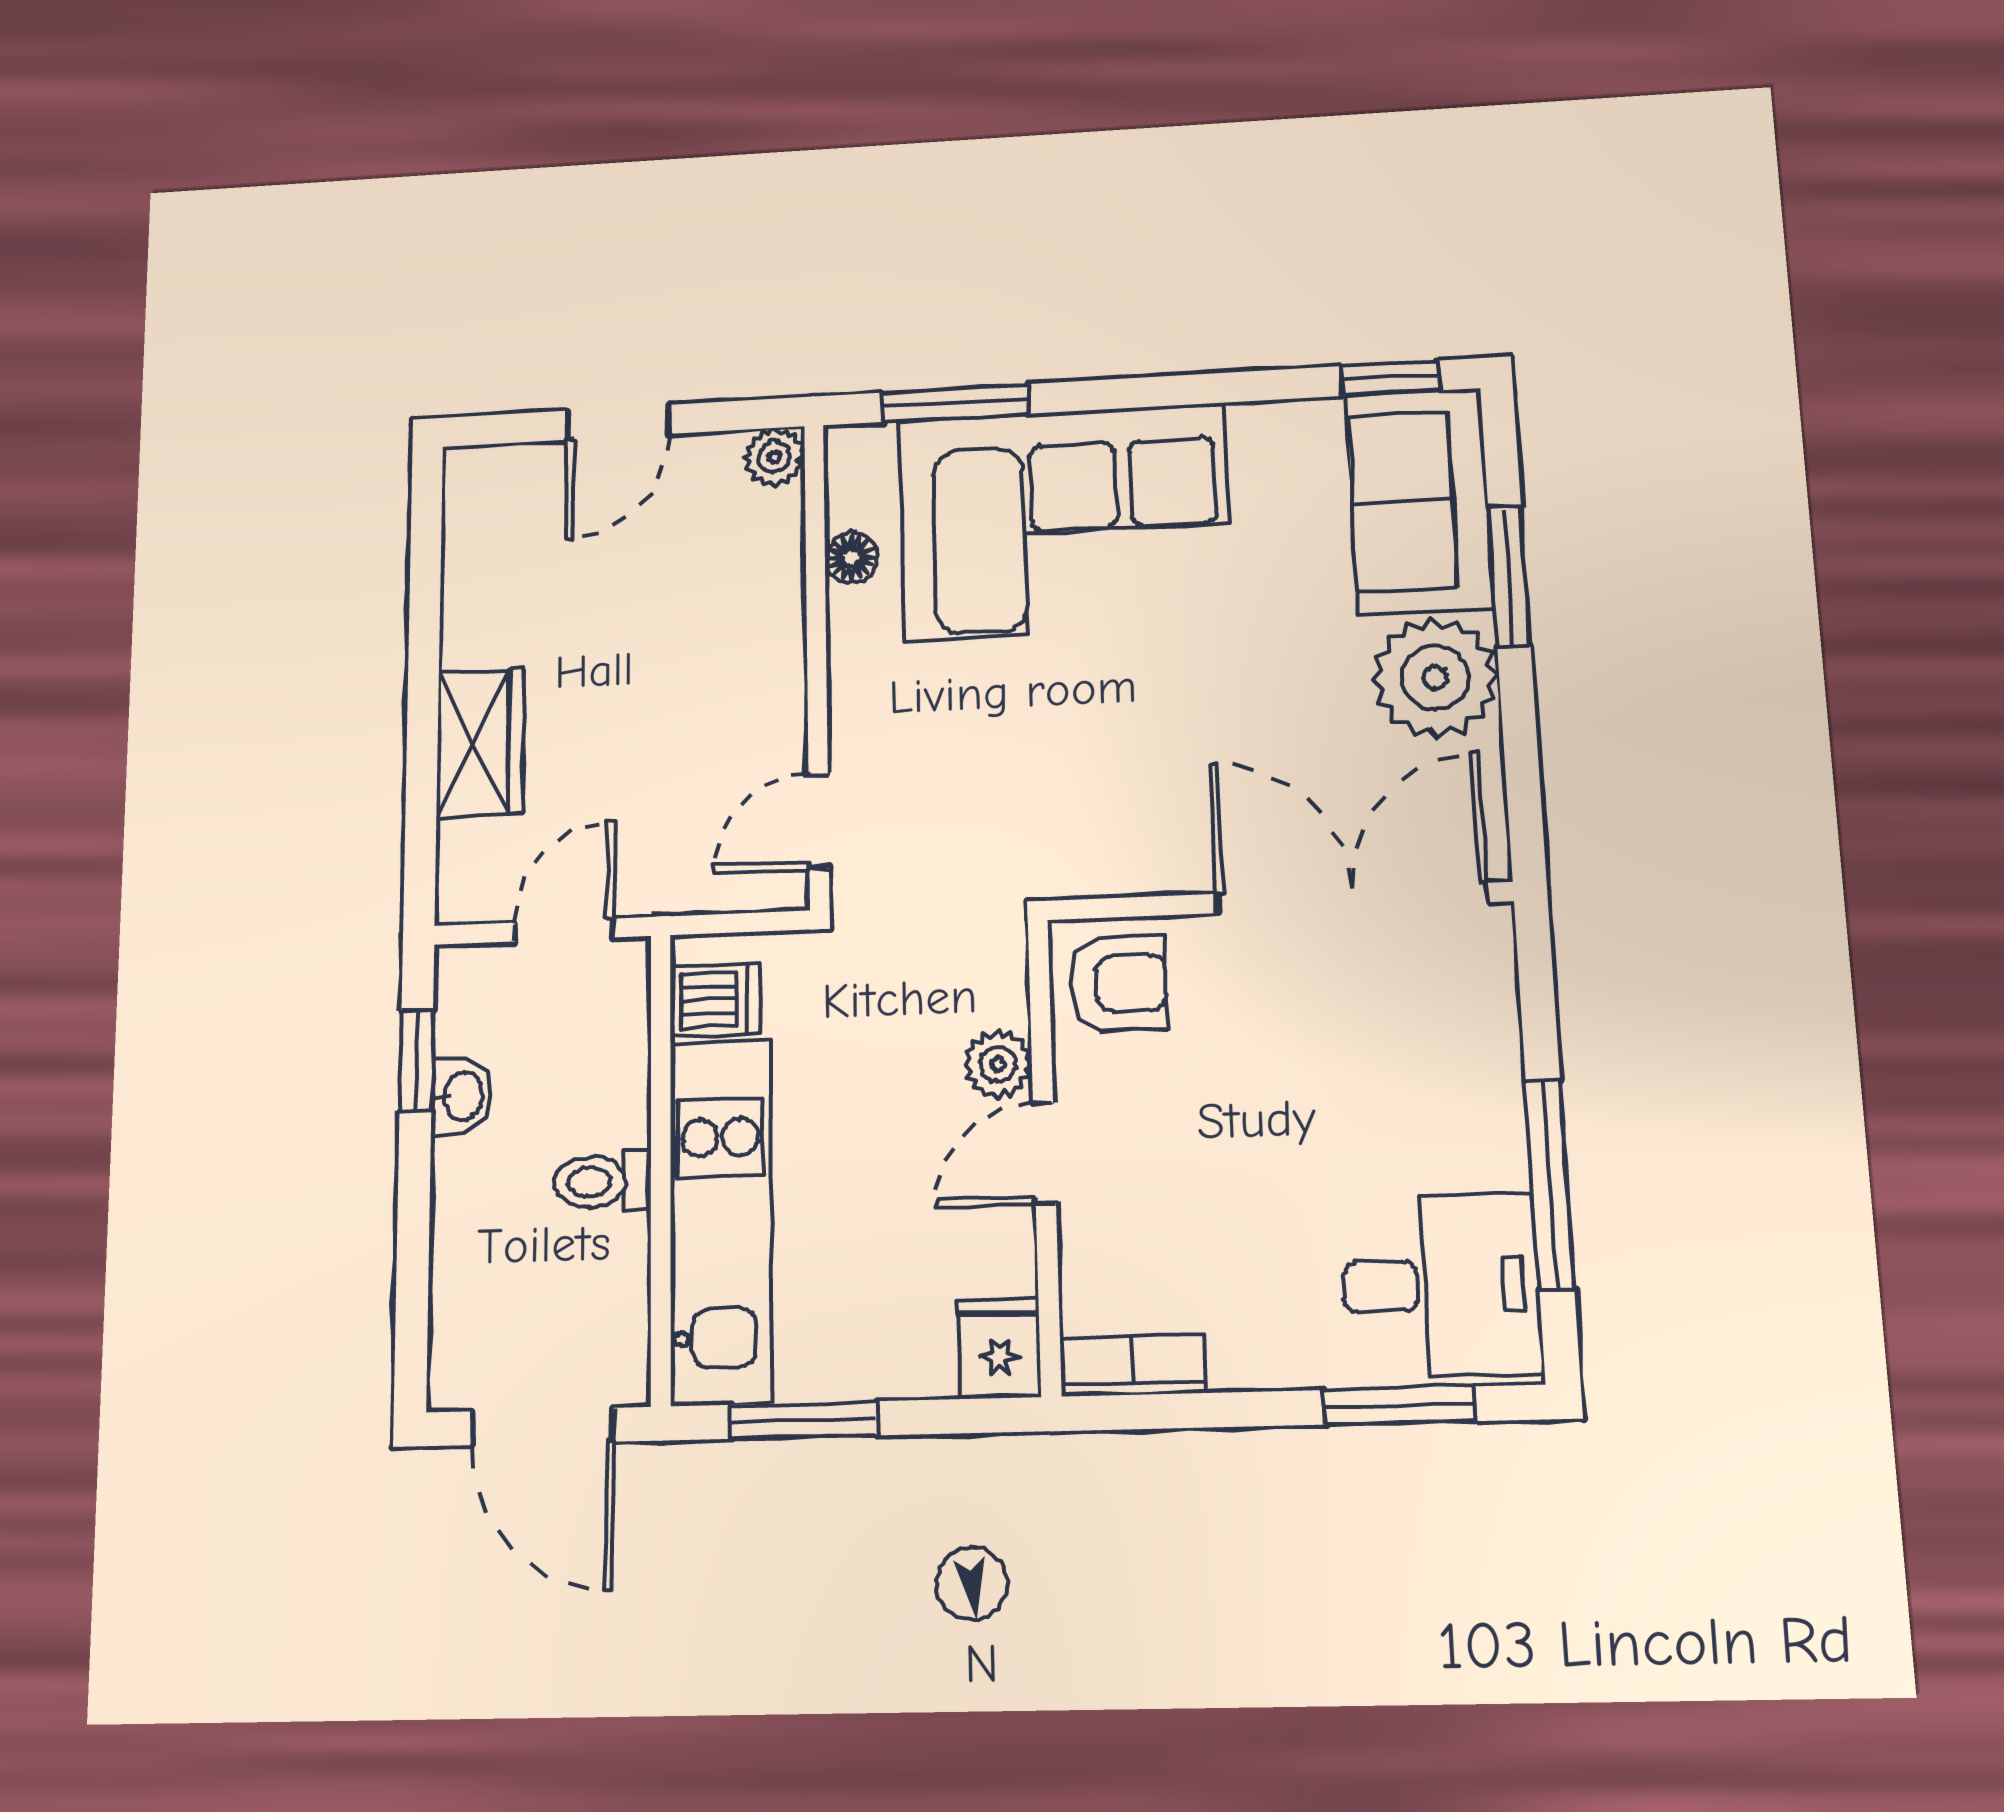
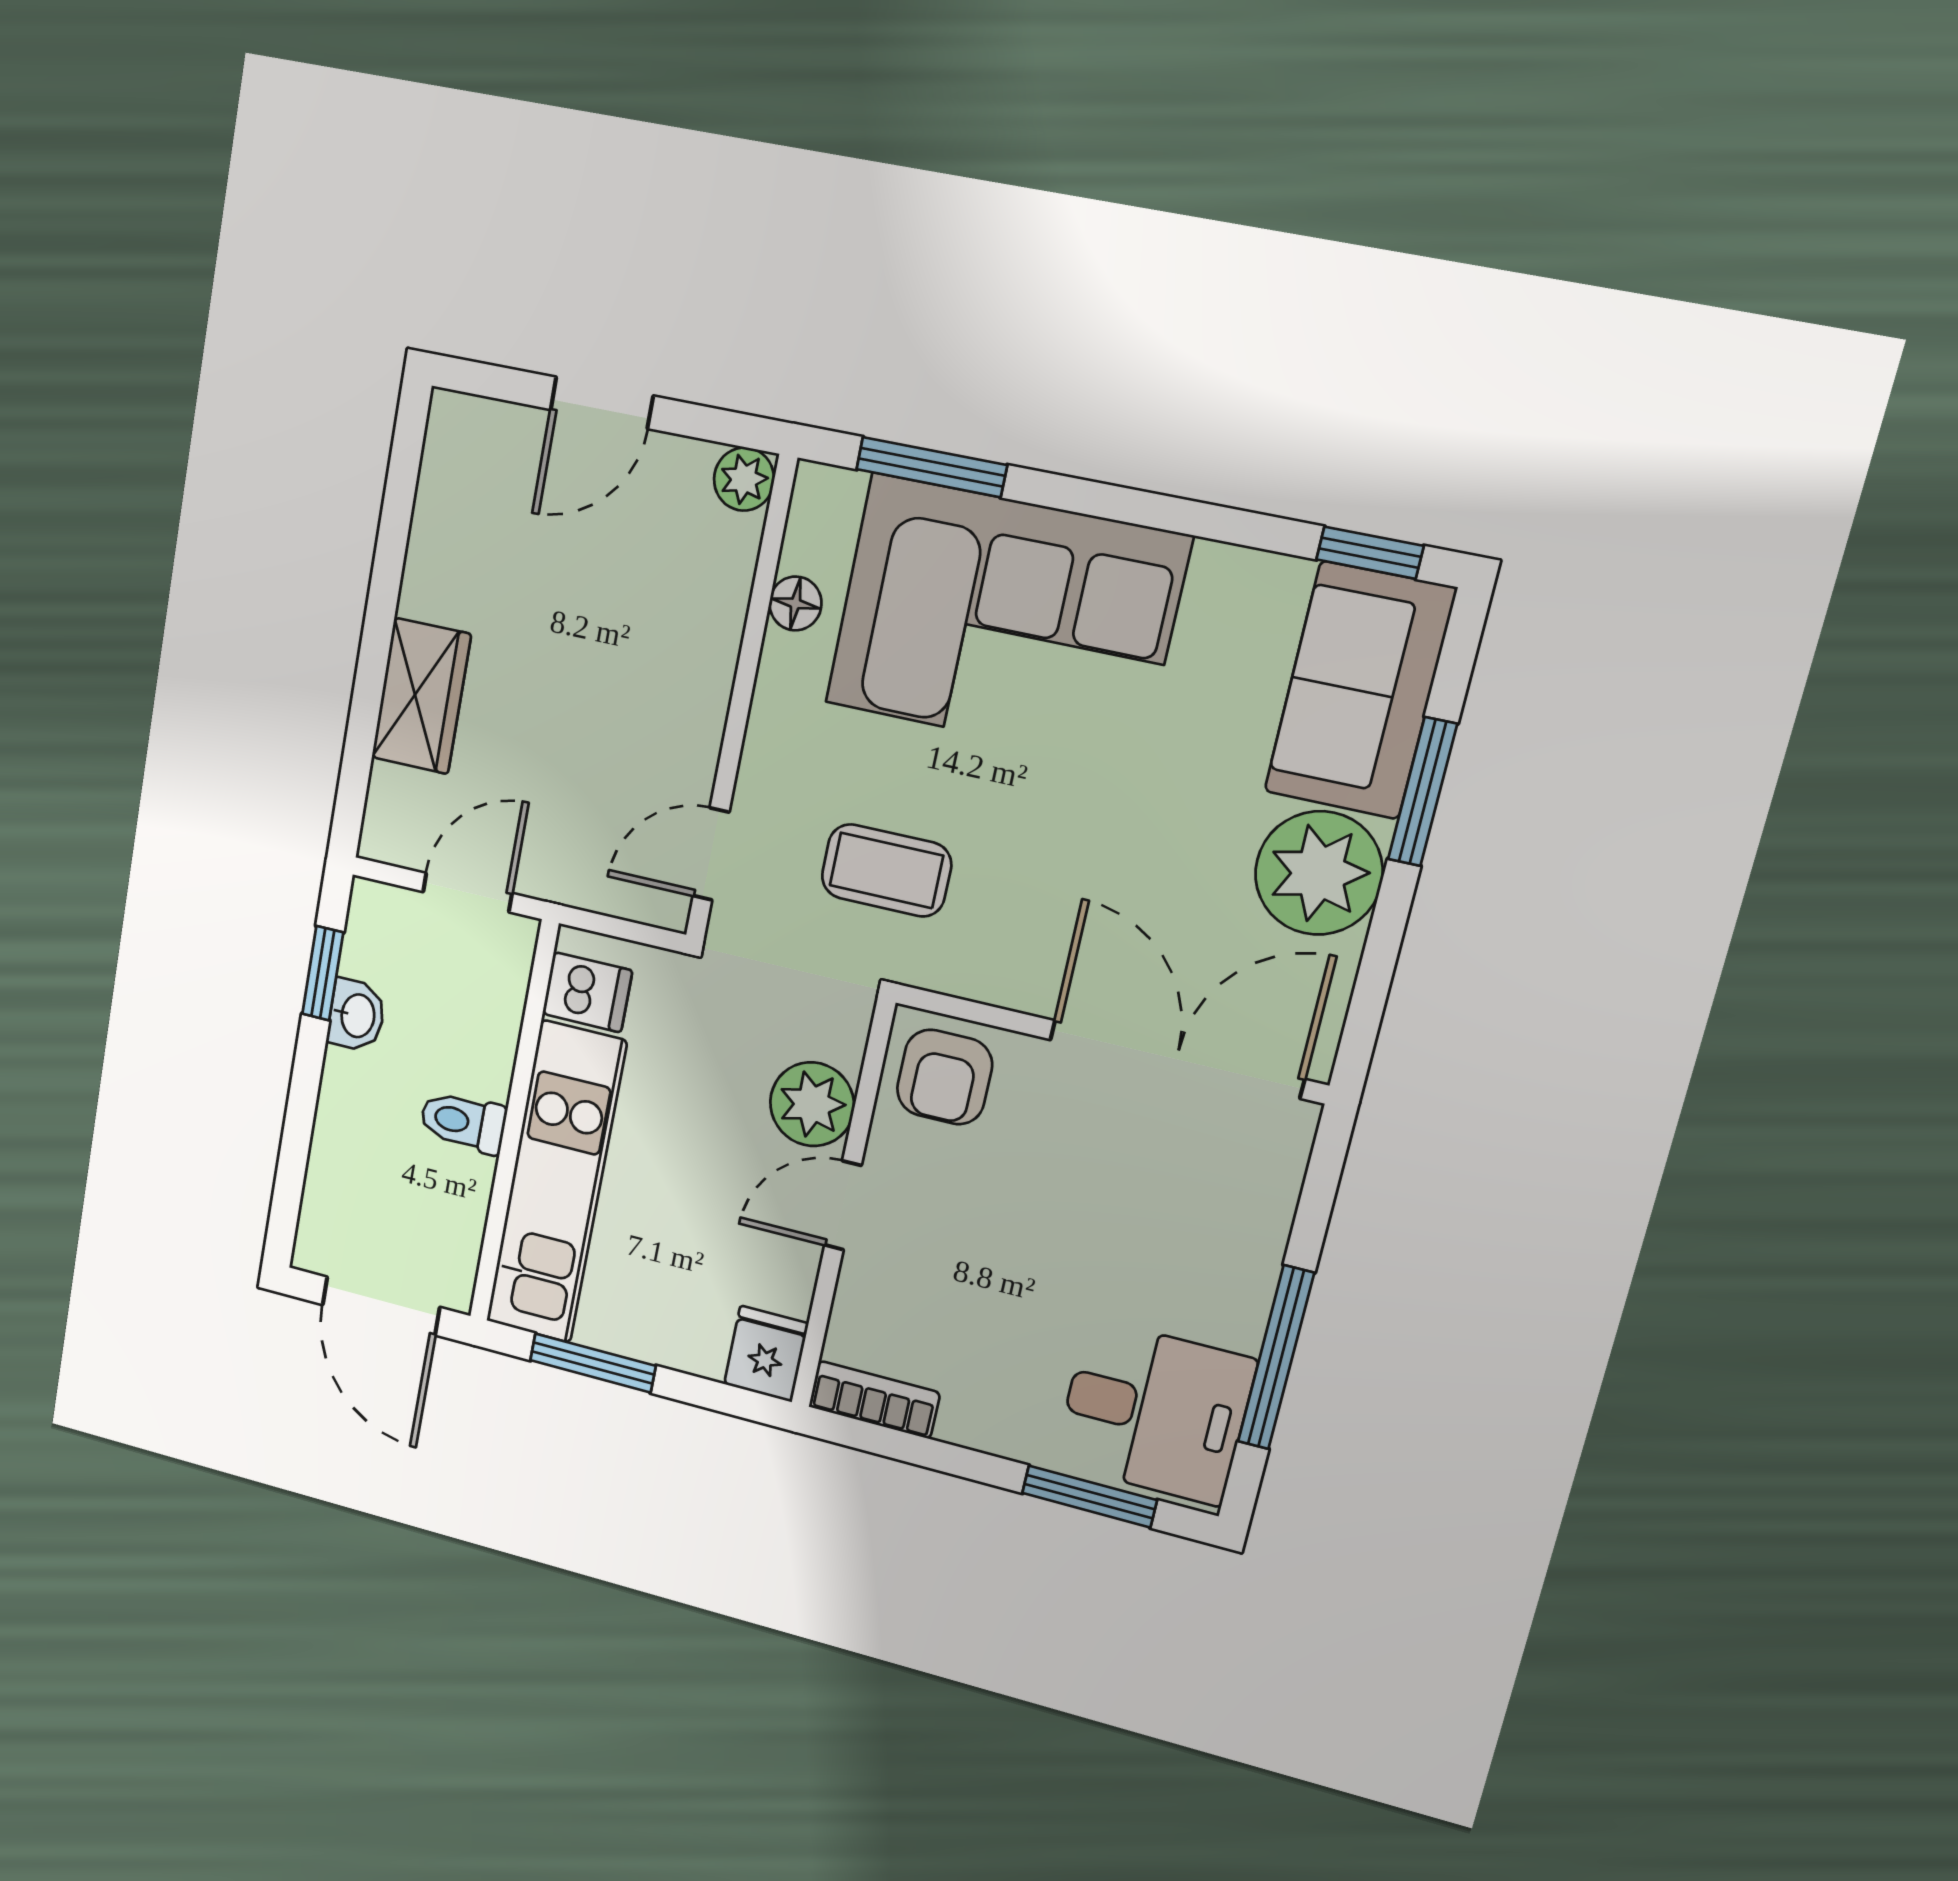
coffee table: (1005, 789) -> (886, 870), added
armchair: (1118, 983) -> (945, 1077), turned 90
plant: (998, 1064) -> (812, 1104), width x1.38, depth x1.38

